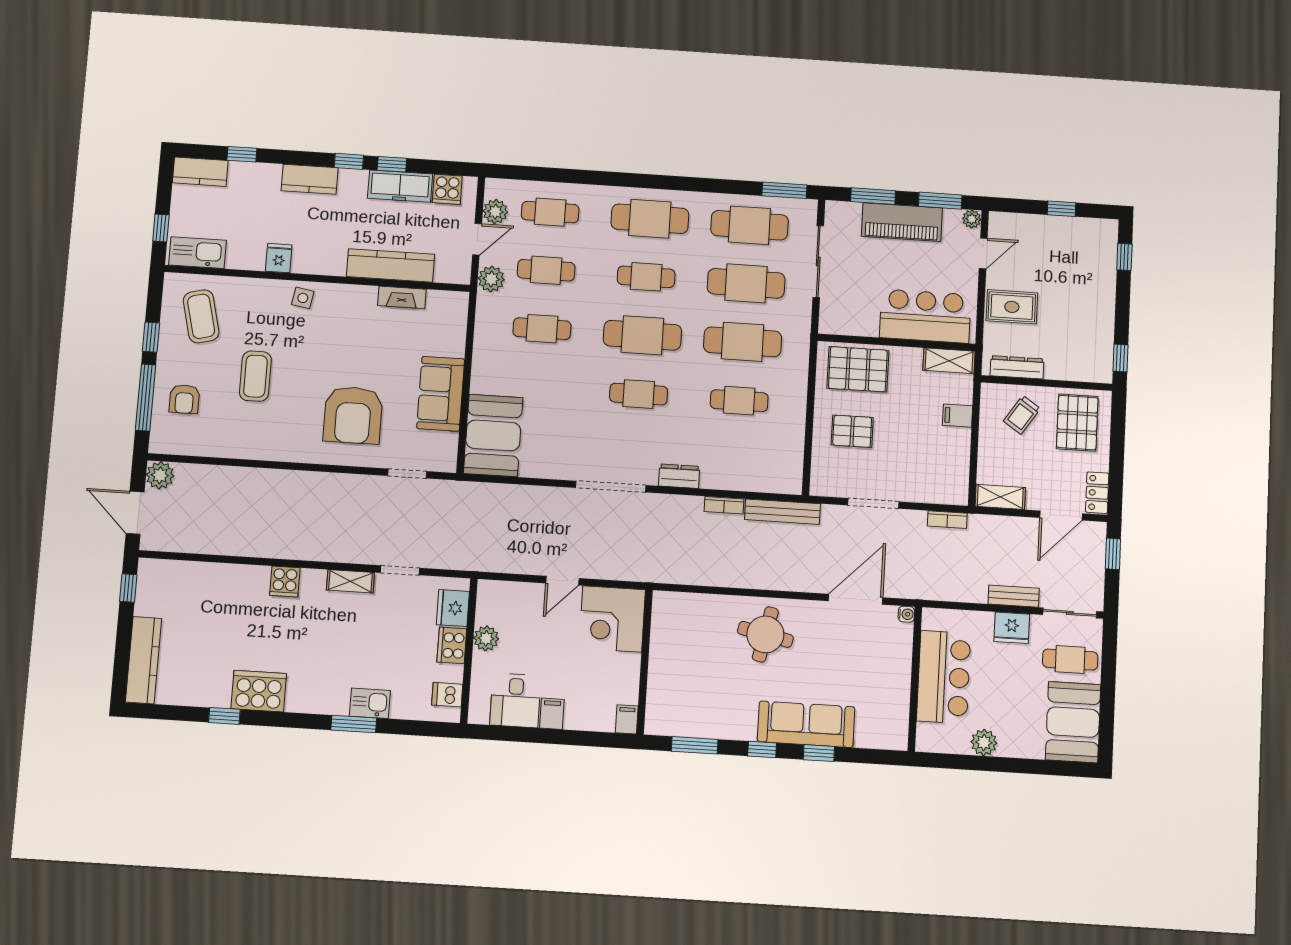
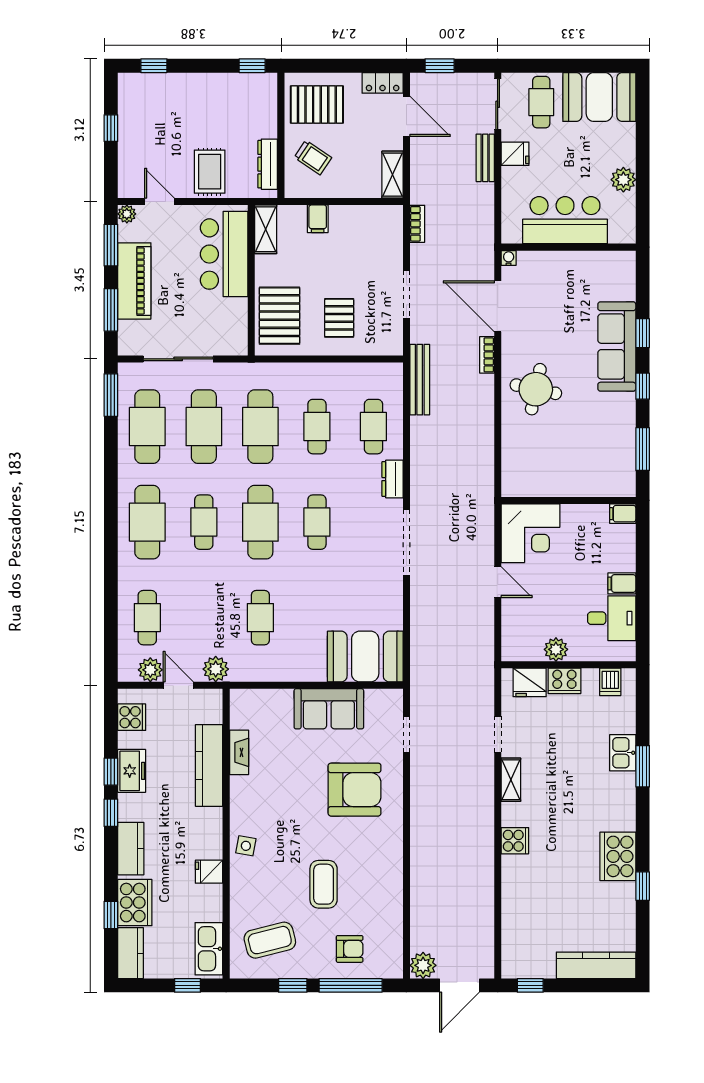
cooker: (253, 180) -> (135, 903), added
freezer: (400, 186) -> (132, 771), width x0.71
cafe table: (546, 270) -> (373, 427), moved
coffee table: (255, 376) -> (324, 884), turned 90
bookcase: (724, 505) -> (487, 355), moved, turned 180
fridge: (1012, 628) -> (515, 154), width x0.72

